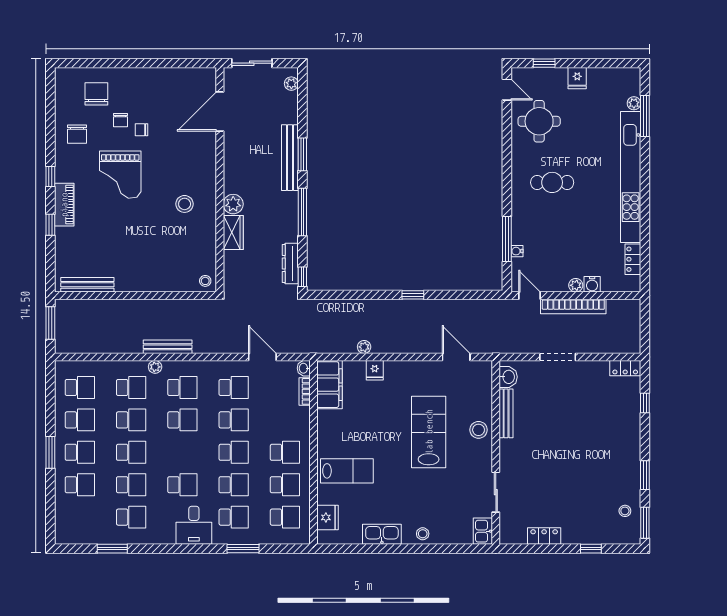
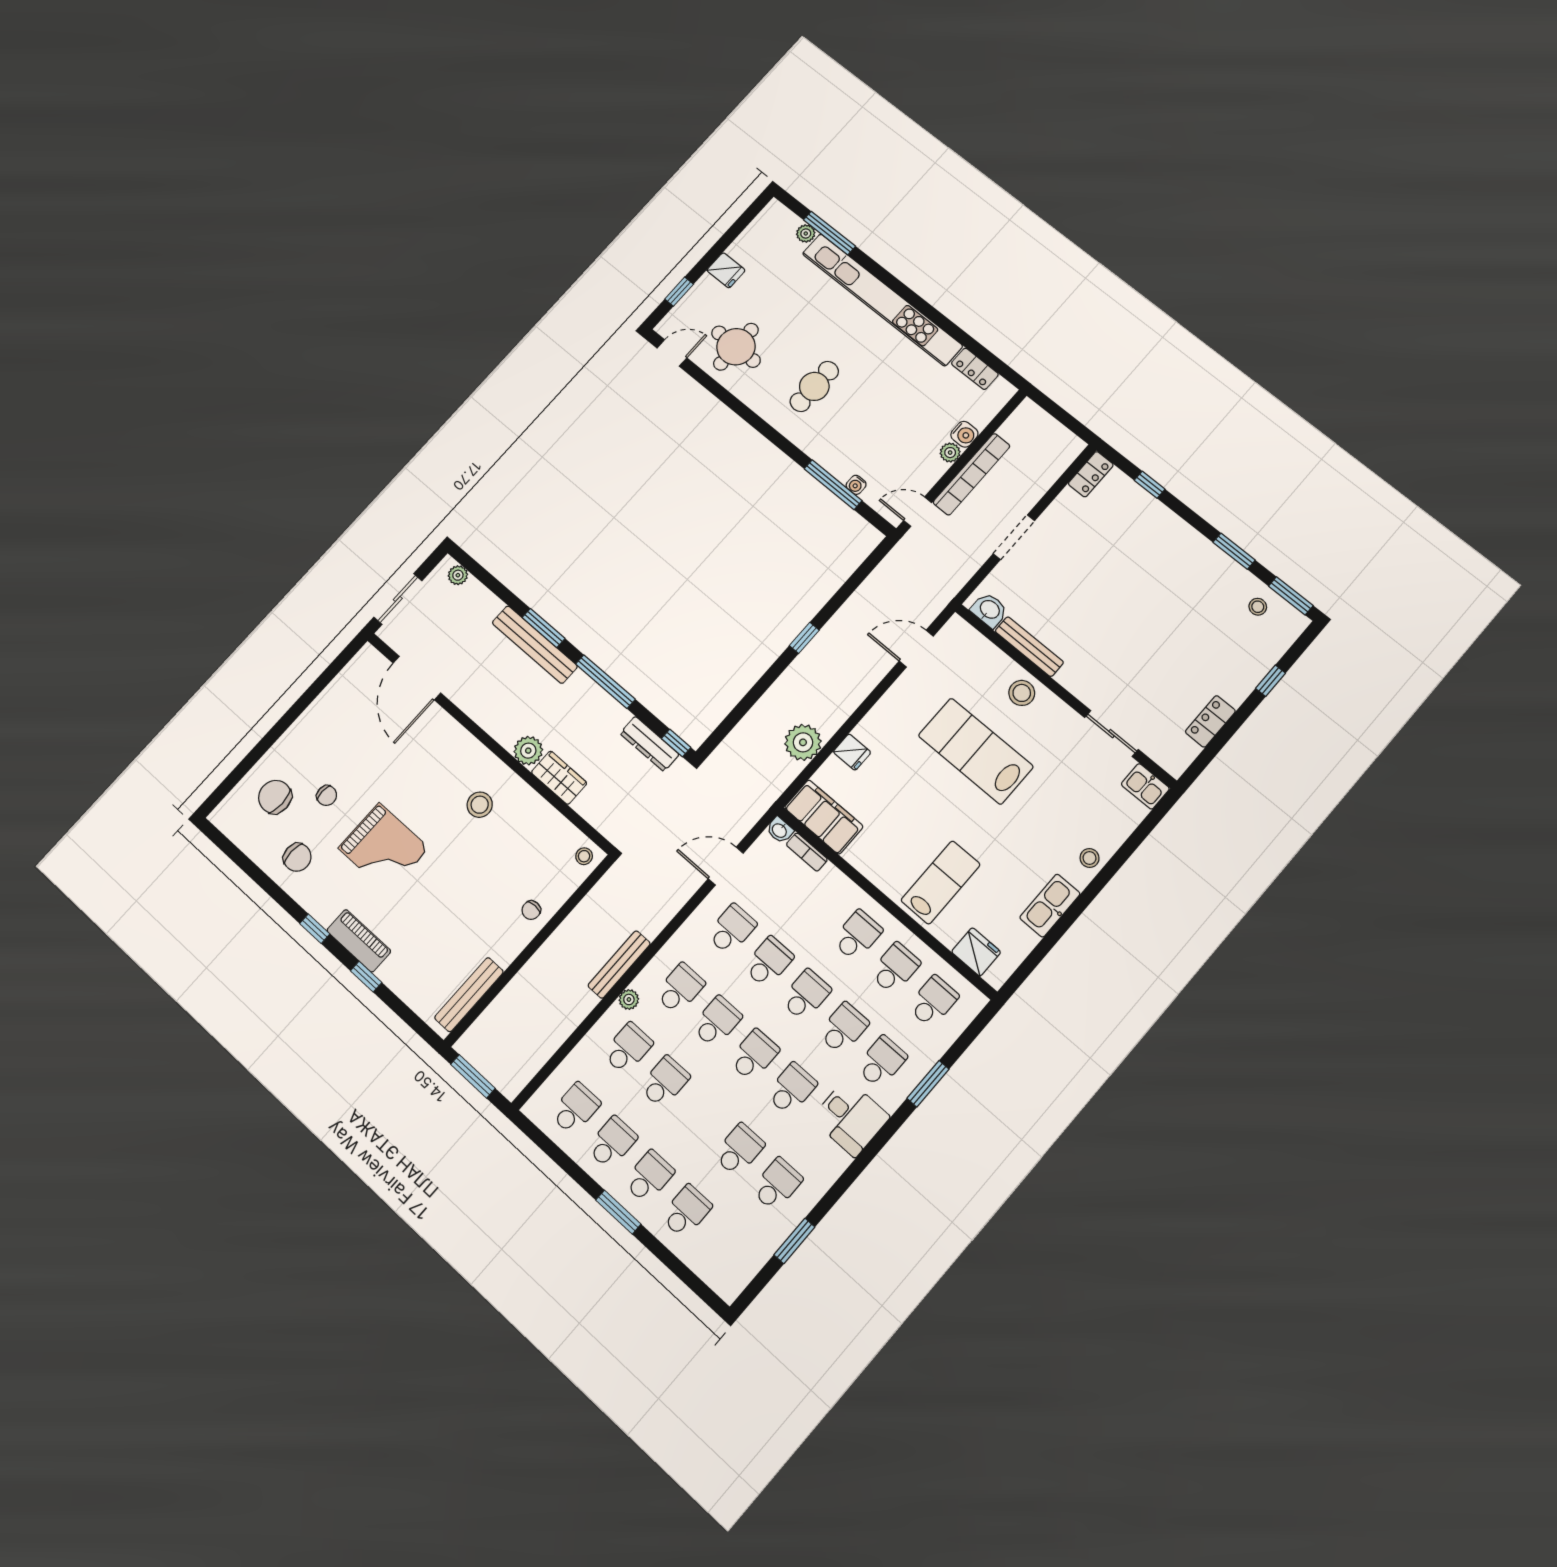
chair: (142, 130) -> (531, 910), moved
plant: (364, 347) -> (803, 742), width x1.87, depth x1.87
school desk: (131, 452) -> (754, 1055), moved

